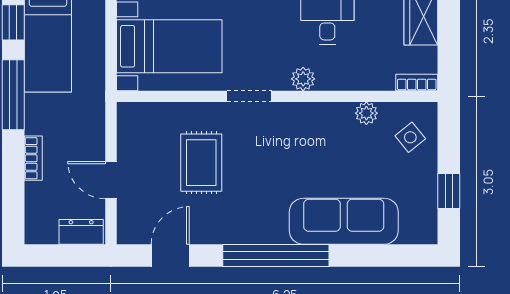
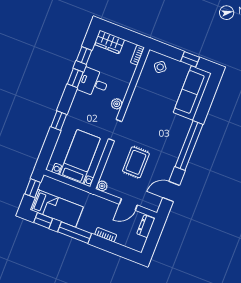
plant: (366, 113) -> (102, 186), moved
rug: (201, 163) -> (136, 162), turned 90
sofa: (344, 221) -> (192, 93), moved
door: (170, 256) -> (171, 191), hinge flipped

